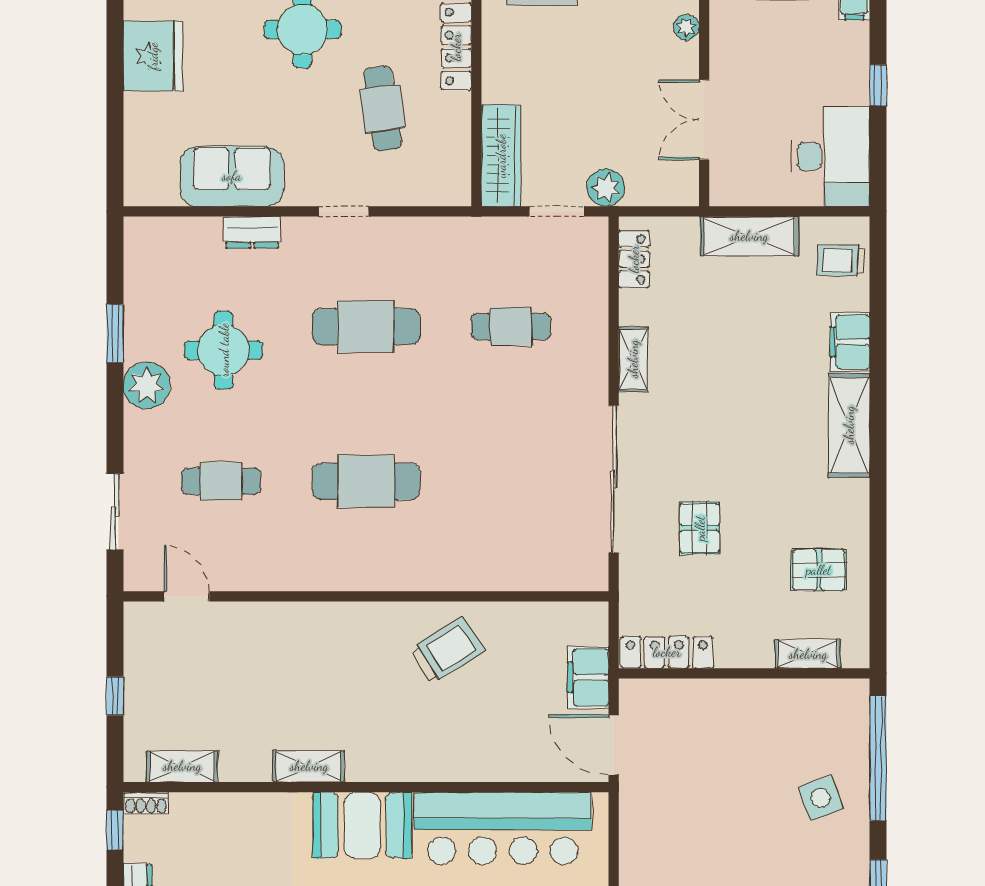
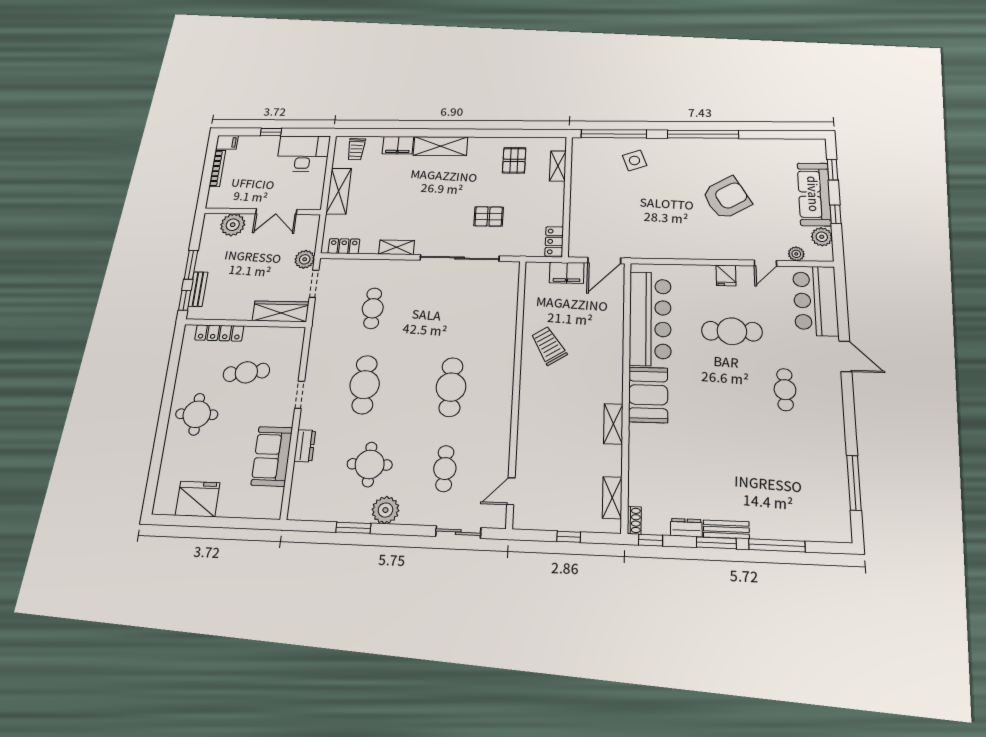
plant: (686, 27) -> (233, 225), width x1.88, depth x1.88
locker: (667, 652) -> (554, 241), width x0.66

